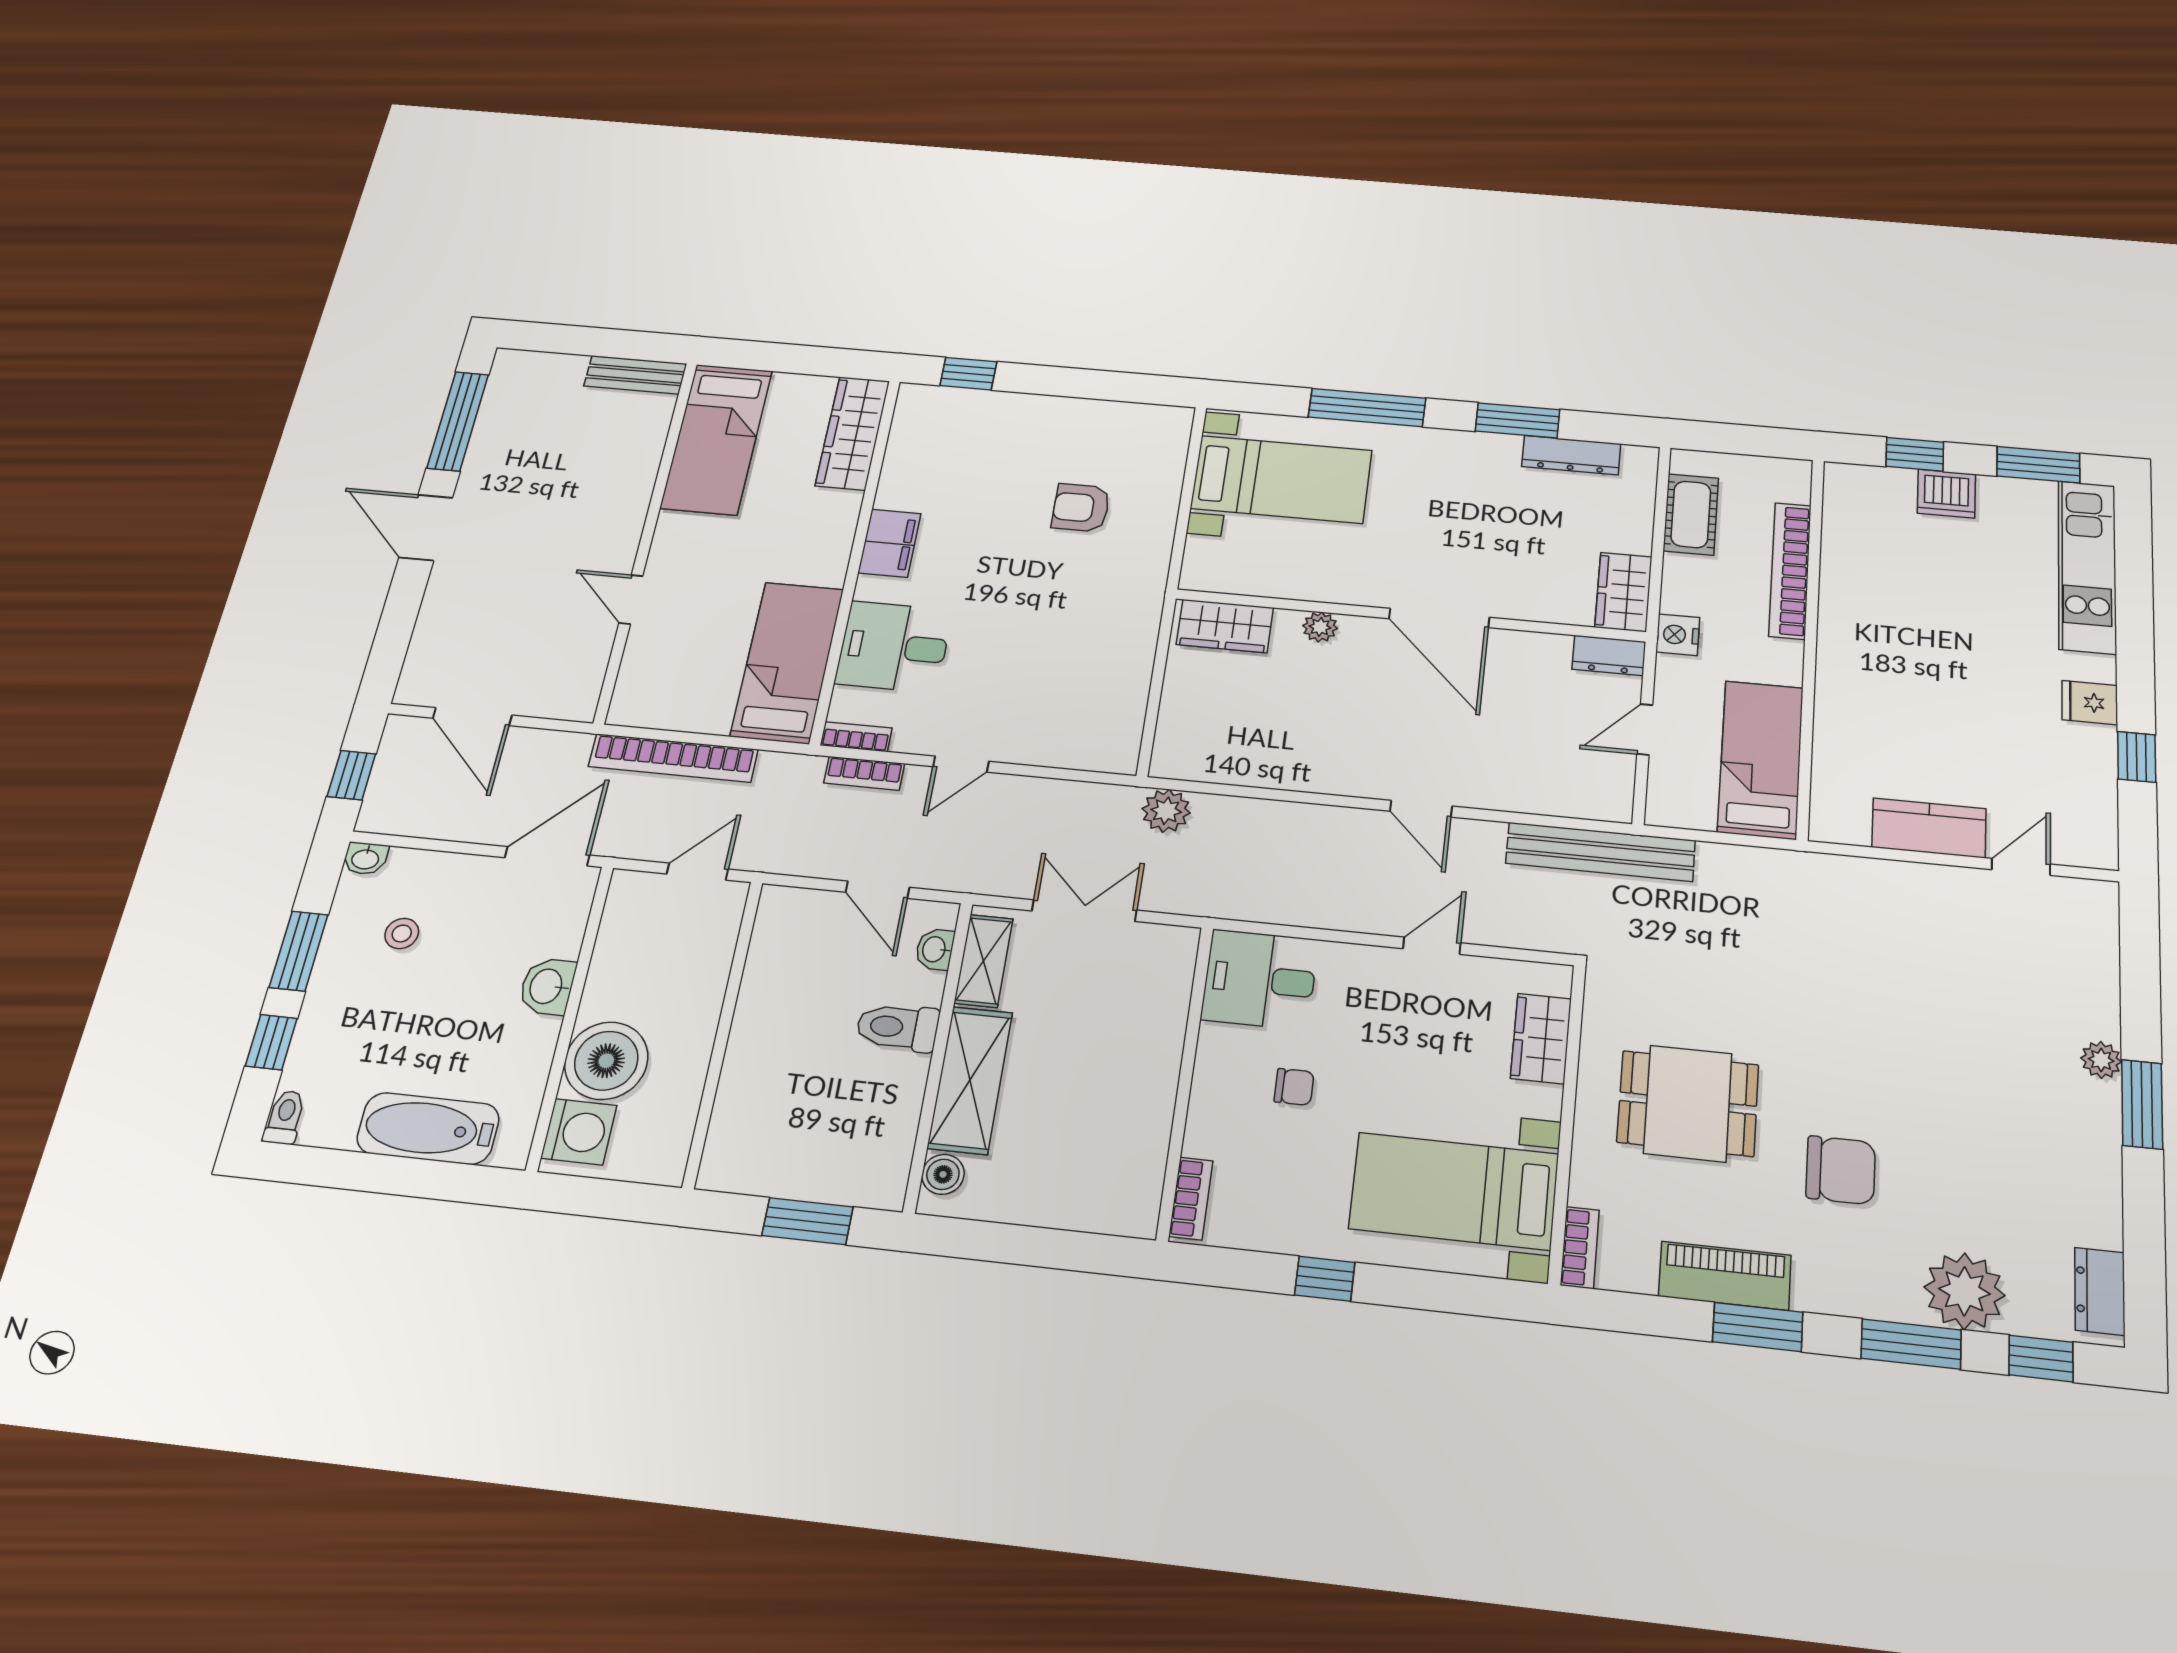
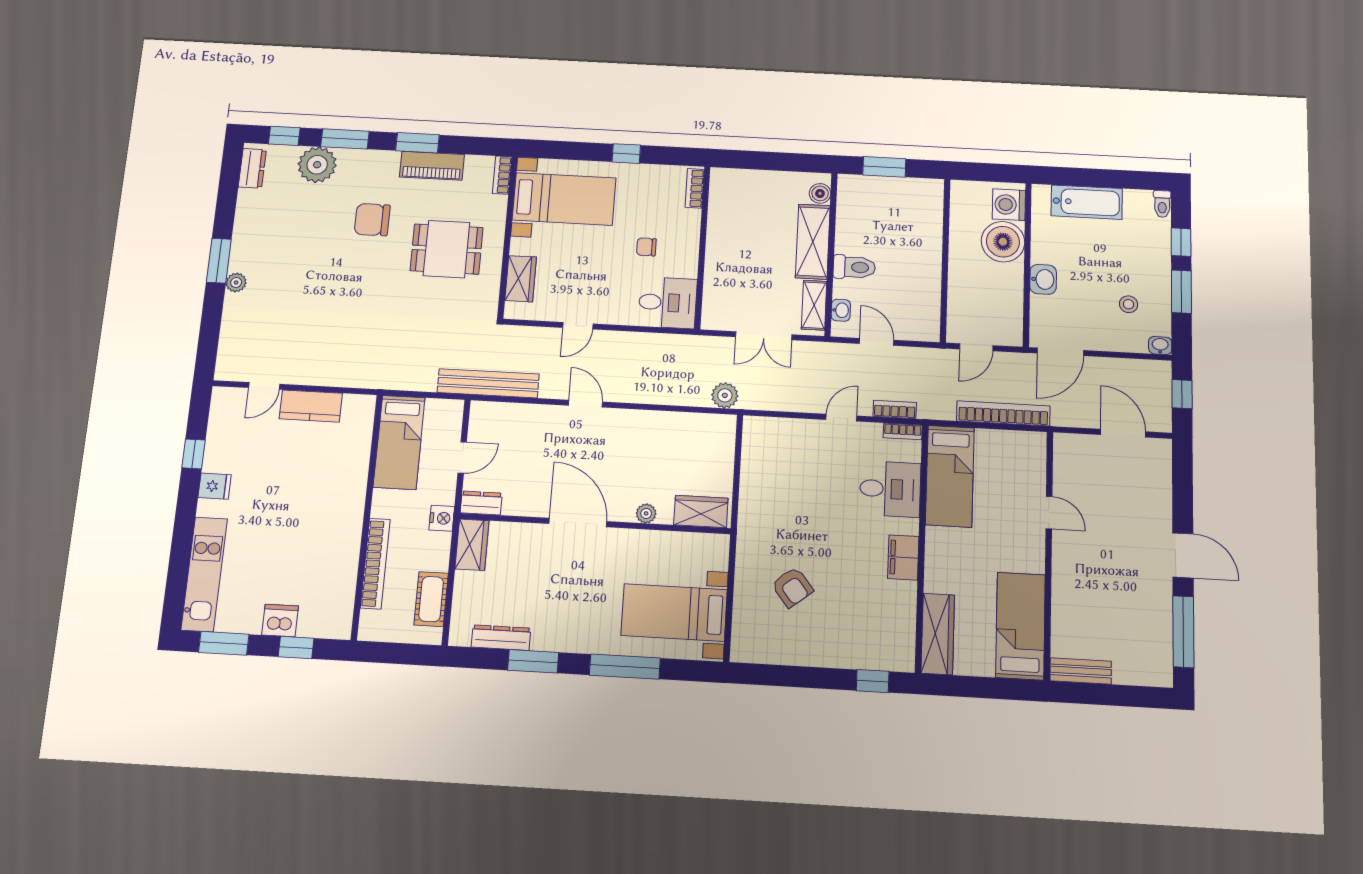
armchair: (1081, 508) -> (792, 587), turned 52

